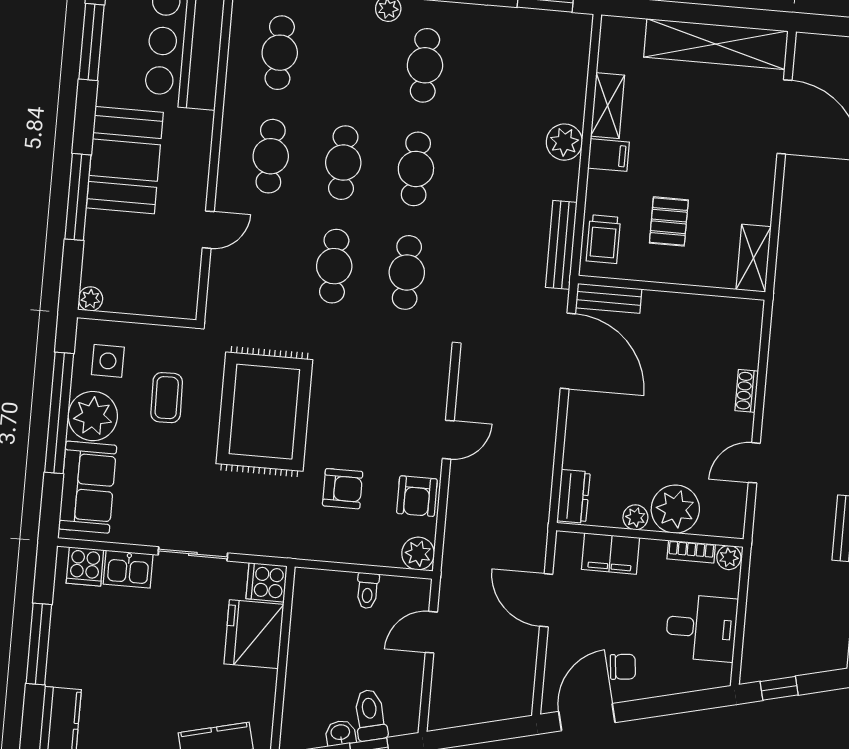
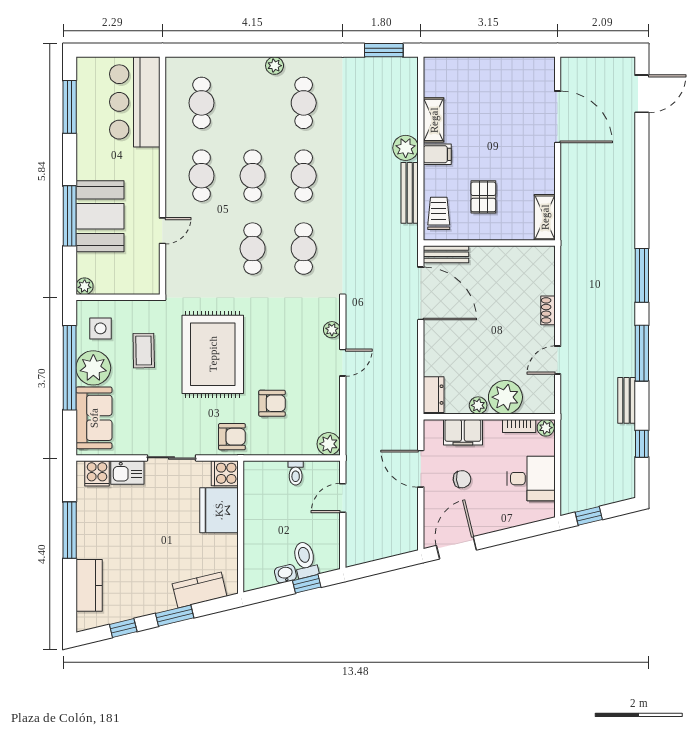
shelving: (716, 44) -> (505, 70), removed
booth: (125, 160) -> (100, 216), moved
trolley: (603, 239) -> (439, 213), turned 180
bench: (561, 245) -> (410, 193), moved
plant: (437, 391) -> (332, 330), added
armchair: (417, 496) -> (232, 437), moved, turned -90
chair: (623, 667) -> (462, 479), moved

